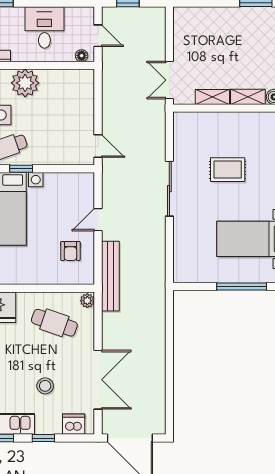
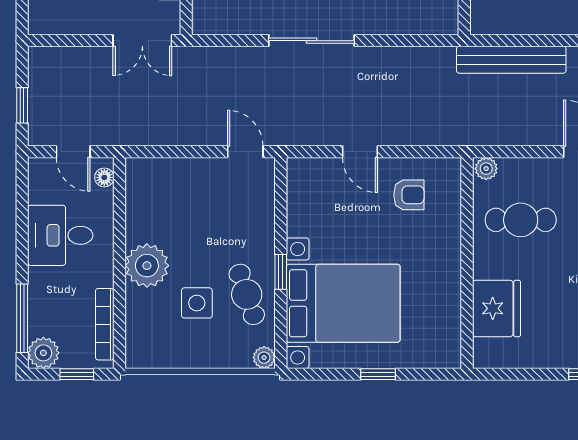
door: (98, 36) -> (73, 152), swing flipped
door: (98, 146) -> (245, 152), hinge flipped
bench: (110, 276) -> (511, 60), moved
cafe table: (54, 323) -> (521, 220), turned 71

